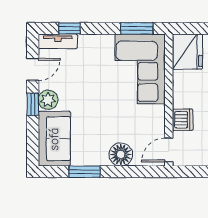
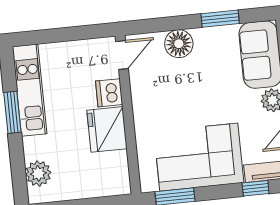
fridge: (187, 52) -> (107, 129), moved
corner sofa: (140, 69) -> (199, 157), moved, turned -90

